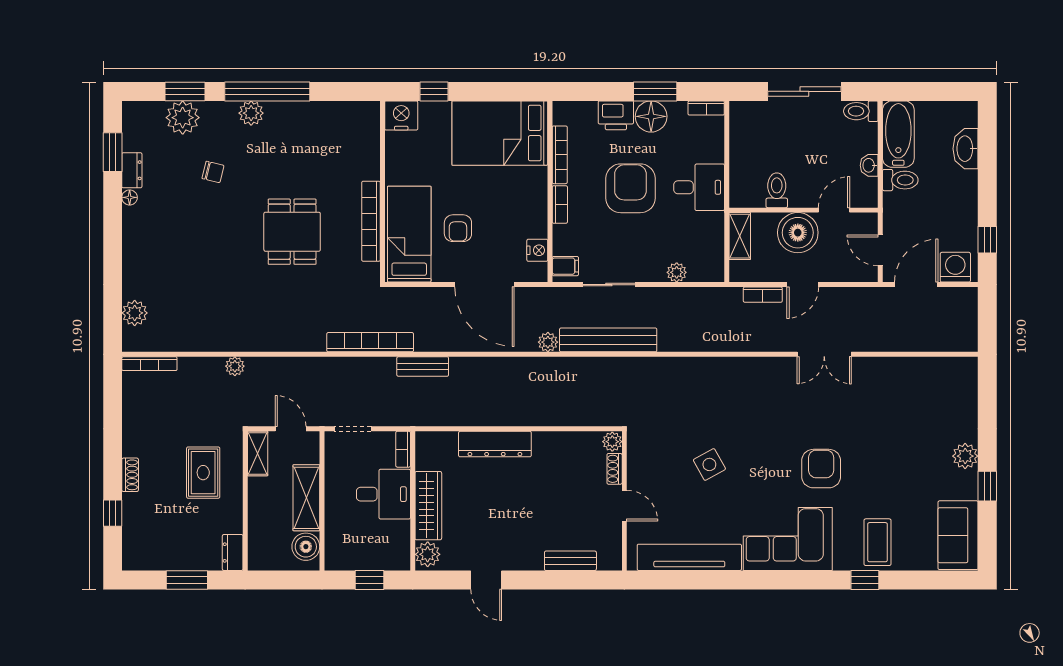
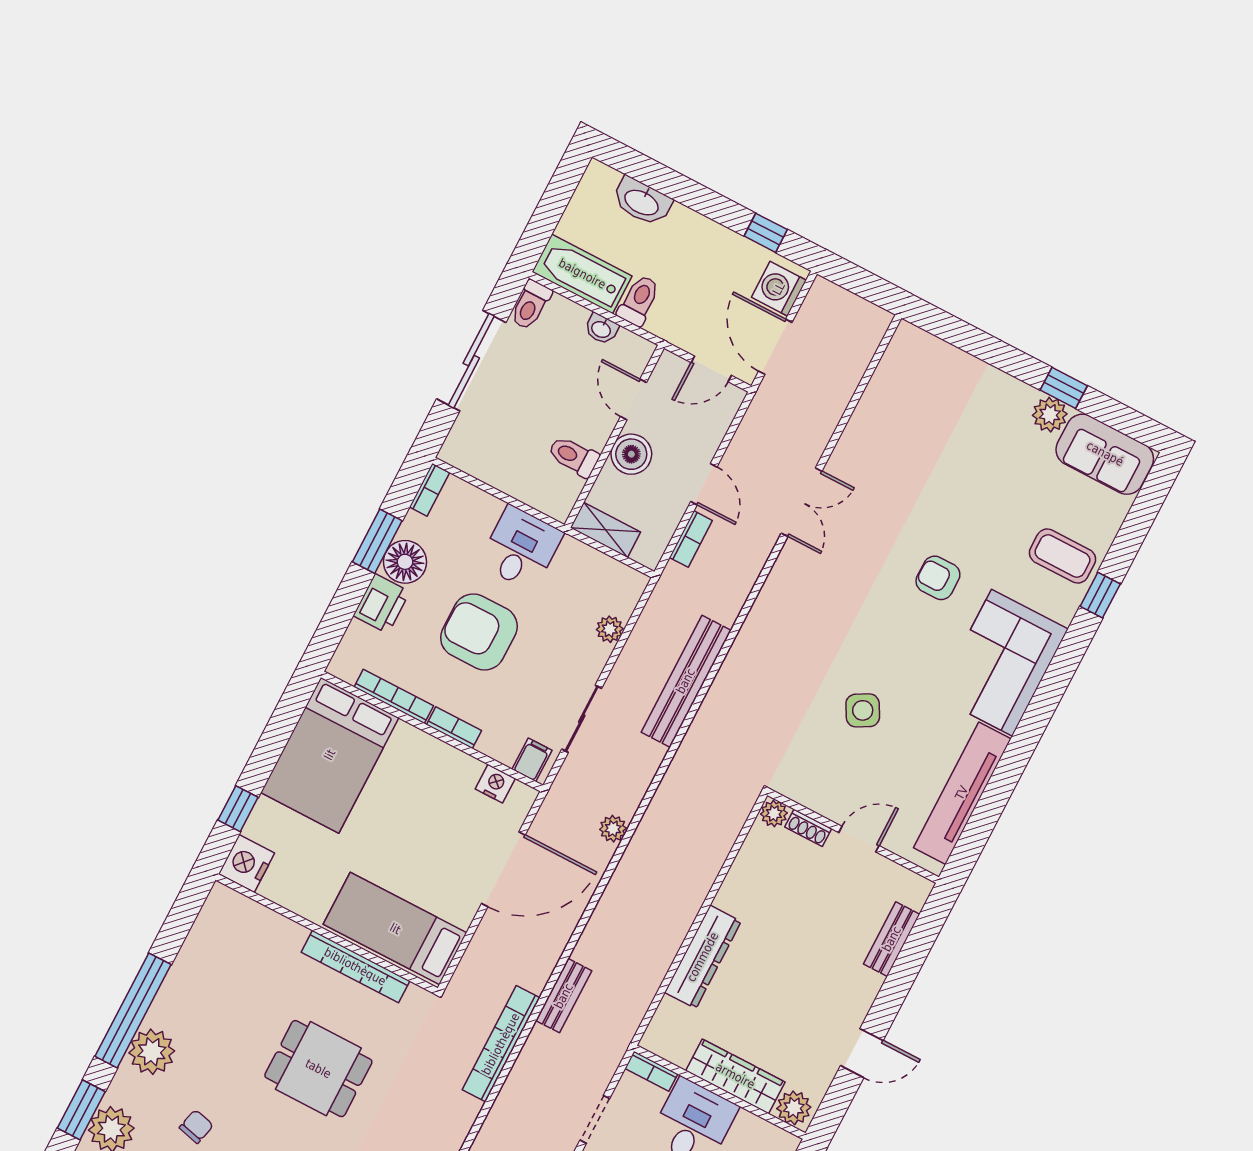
plant: (251, 113) -> (152, 1052), width x1.36, depth x1.36
armchair: (458, 228) -> (419, 866), removed
boiler: (798, 233) -> (631, 454), width x0.73, depth x0.73
bench: (608, 340) -> (686, 681), moved
plant: (965, 456) -> (1050, 415), moved
armchair: (821, 469) -> (938, 578), width x0.72, depth x0.72

